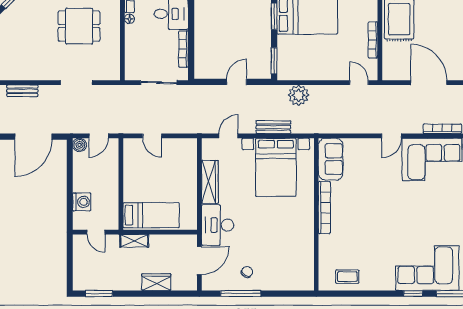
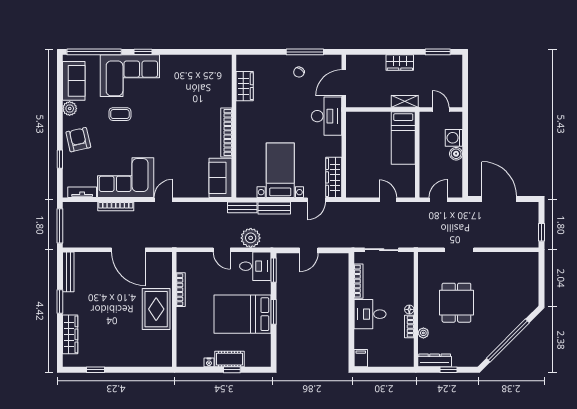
dining table: (79, 26) -> (456, 303), turned 90
desk: (294, 65) -> (255, 266), added
door: (359, 83) -> (222, 250), moved
bench: (22, 91) -> (242, 207), moved
door: (33, 137) -> (499, 199), hinge flipped
boiler: (79, 145) -> (456, 154), moved
bed with nightstands: (276, 167) -> (280, 170), width x0.73
wardrobe: (210, 182) -> (334, 177), moved
bed: (151, 215) -> (403, 138), moved, turned -90
wardrobe: (305, 257) -> (245, 86), added
coffee table: (347, 277) -> (120, 114), moved
wardrobe: (156, 282) -> (400, 62), moved

